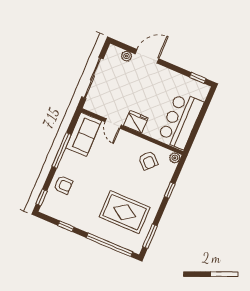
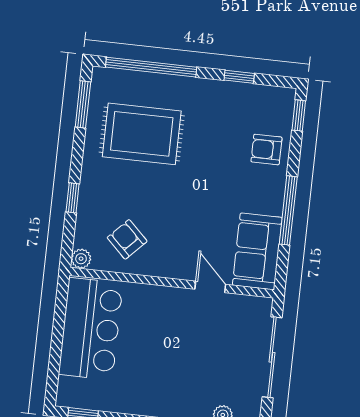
fridge: (136, 122) -> (170, 302), removed

